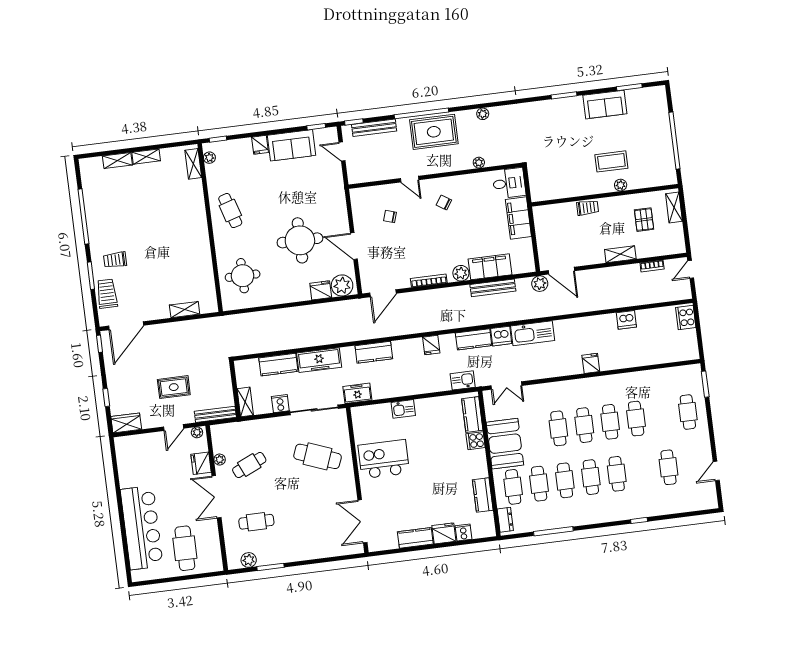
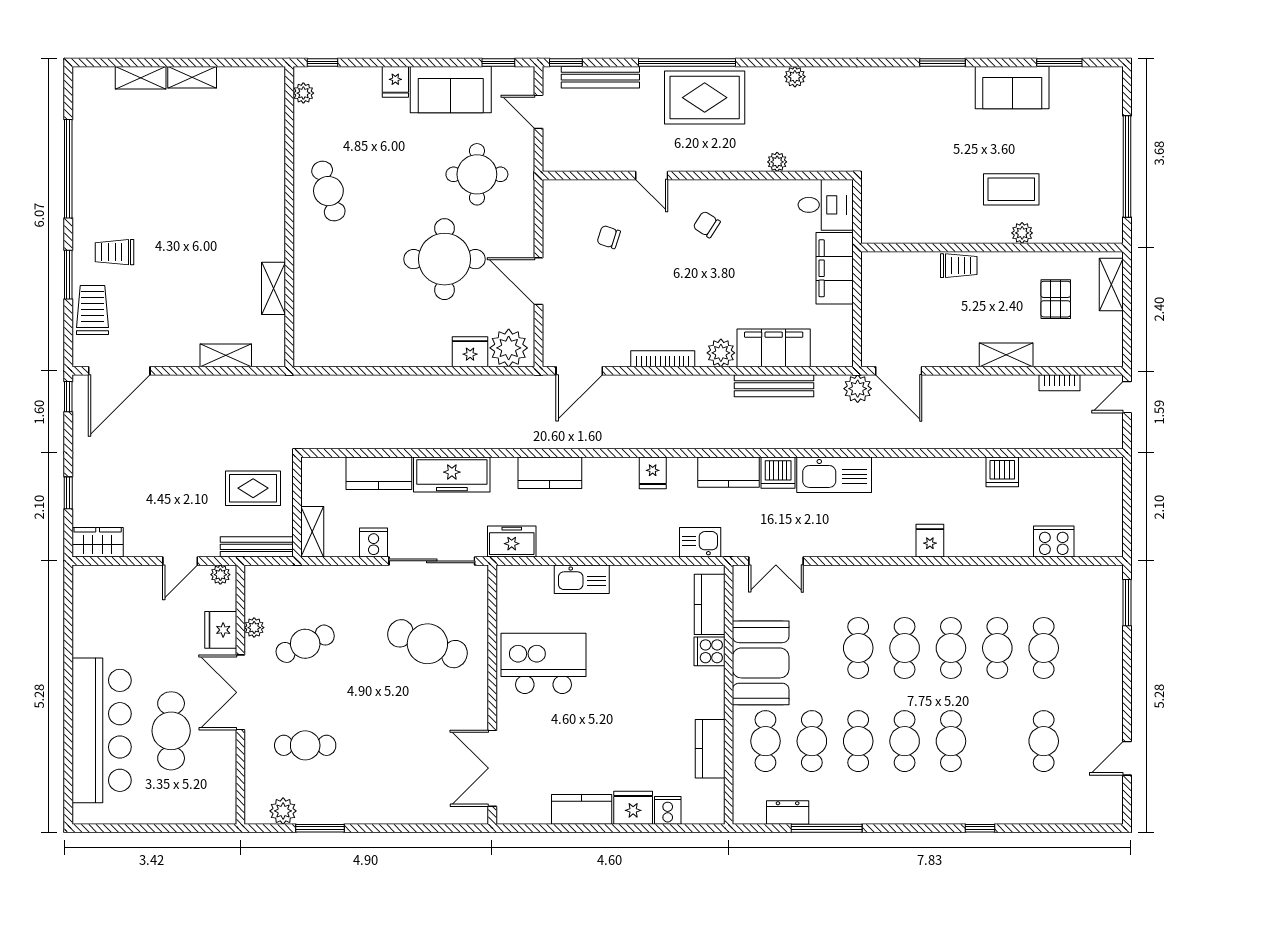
shelving: (193, 164) -> (274, 288), moved
round table: (243, 276) -> (477, 174), moved
cooker: (686, 317) -> (1054, 541), moved, turned 90
rug: (174, 387) -> (253, 488), moved
kitchen sink: (403, 409) -> (582, 579), width x1.38
cafe table: (688, 412) -> (1044, 648), moved
dresser: (505, 520) -> (788, 812), moved, turned -90
cafe table: (185, 548) -> (171, 731), moved

